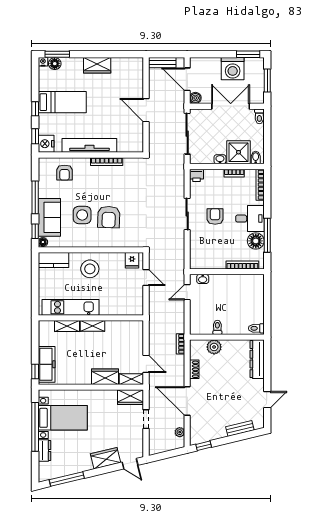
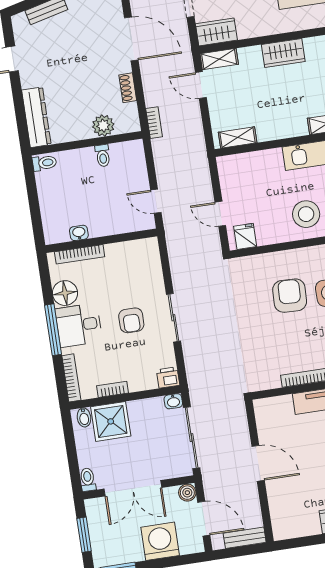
washing machine: (233, 69) -> (160, 541), moved
washbasin: (220, 159) -> (173, 401), moved
window: (267, 235) -> (53, 330), moved
washbasin: (203, 279) -> (79, 233), moved
door: (187, 292) -> (156, 201), swing flipped
shelving: (93, 326) -> (238, 137), moved
wardrobe: (105, 377) -> (283, 53), moved

